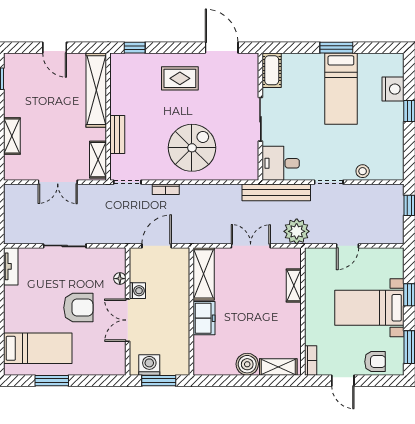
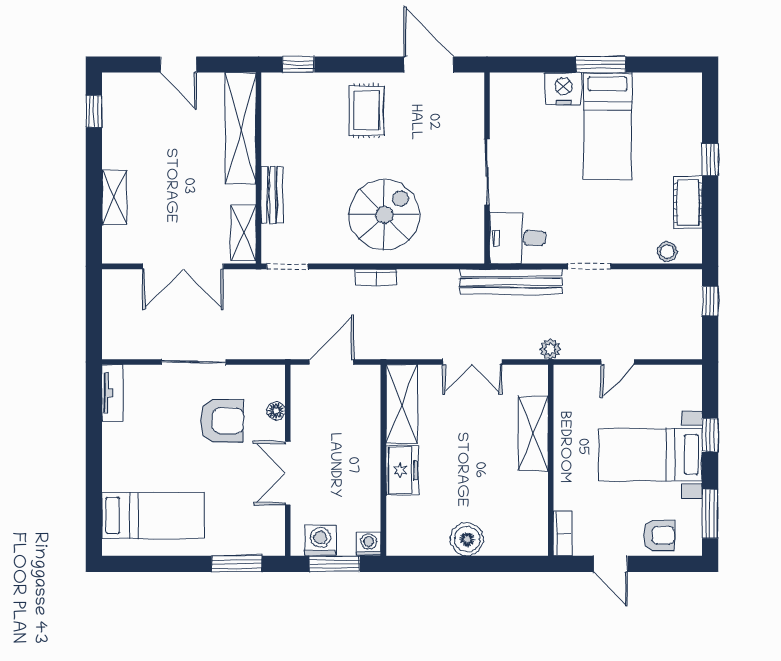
cot: (272, 70) -> (688, 203), moved
rug: (180, 78) -> (366, 111), turned 90
nightstand: (393, 89) -> (563, 89), moved, turned -90
stool: (363, 171) -> (667, 252), moved
double door: (58, 182) -> (183, 266), width x1.37
bookcase: (166, 189) -> (376, 277), moved
plant: (297, 231) -> (550, 349), width x0.53, depth x0.53
double door: (251, 246) -> (472, 362), swing flipped
shelving: (294, 285) -> (533, 434), width x1.50, depth x1.33
washing machine: (137, 291) -> (369, 544), moved, turned -90
armchair: (78, 308) -> (222, 421), moved
shelving: (278, 367) -> (514, 543), removed
window: (52, 381) -> (237, 564), moved

